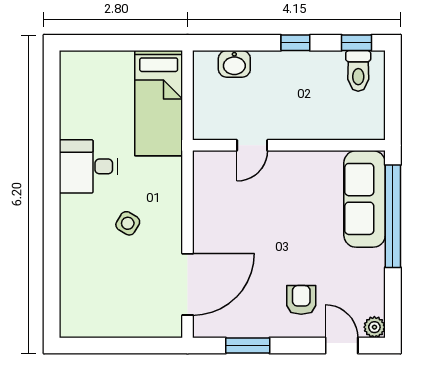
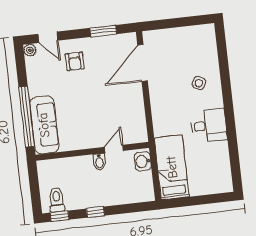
washbasin: (234, 64) -> (143, 161), moved, turned -90
bidet: (279, 127) -> (99, 162), added
side table: (128, 223) -> (199, 83), moved

